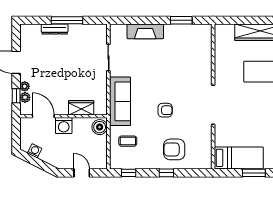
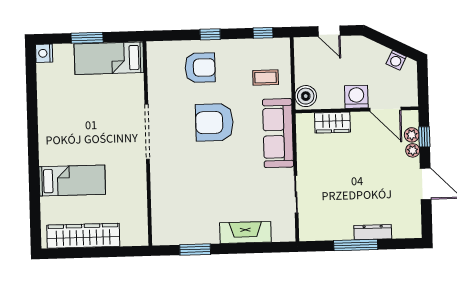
armchair: (165, 110) -> (214, 122), width x1.88, depth x1.88

